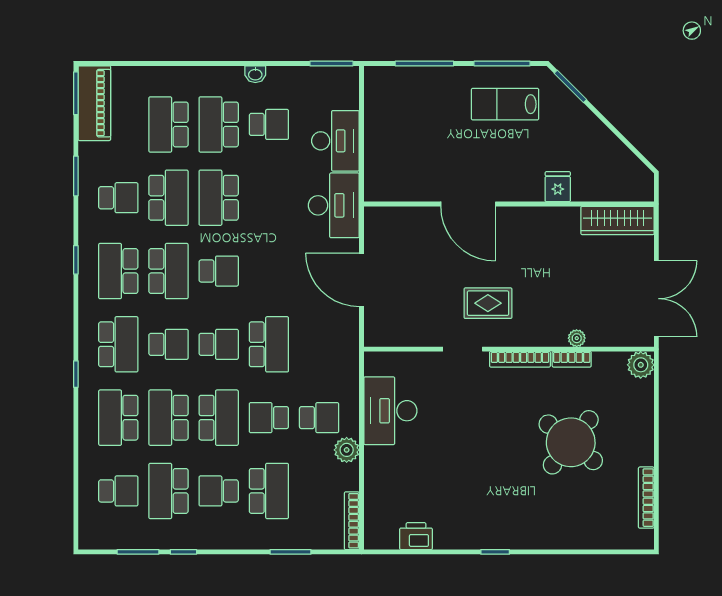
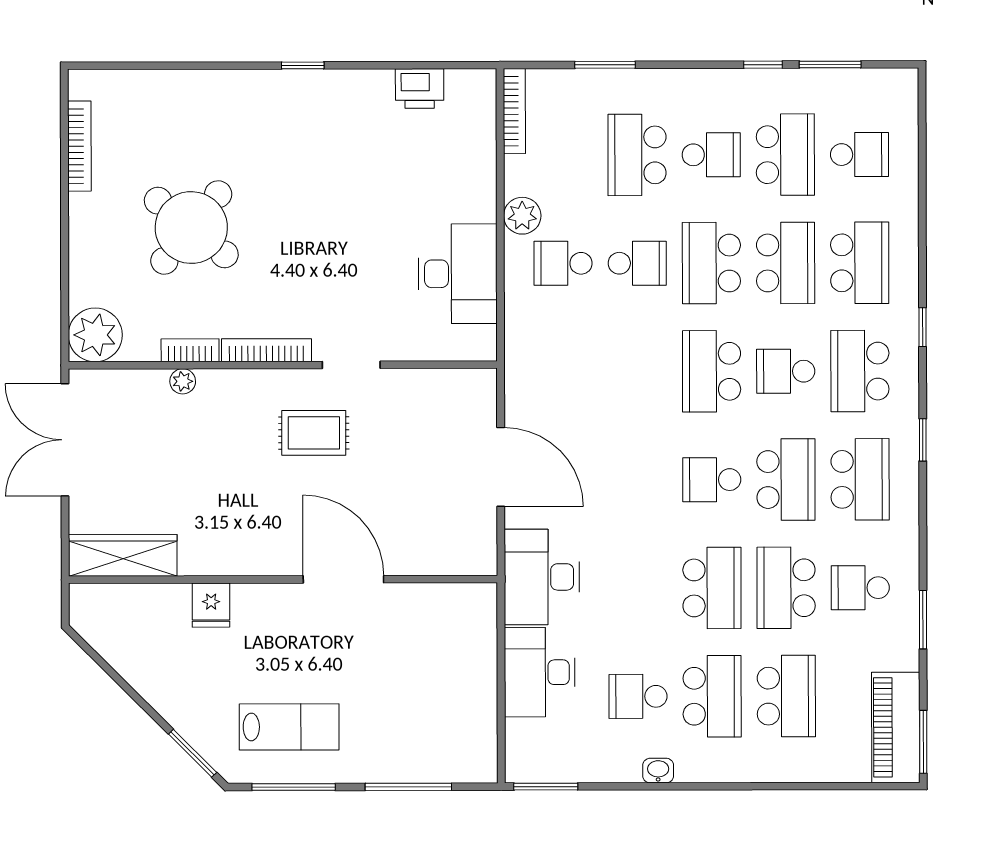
window: (76, 260) -> (923, 440), moved
school desk: (168, 271) -> (786, 480), turned 180
school desk: (219, 344) -> (712, 371), width x1.85
school desk: (269, 344) -> (637, 371), removed
plant: (641, 365) -> (95, 335), width x1.36, depth x1.36
school desk: (118, 491) -> (859, 155), turned 180

